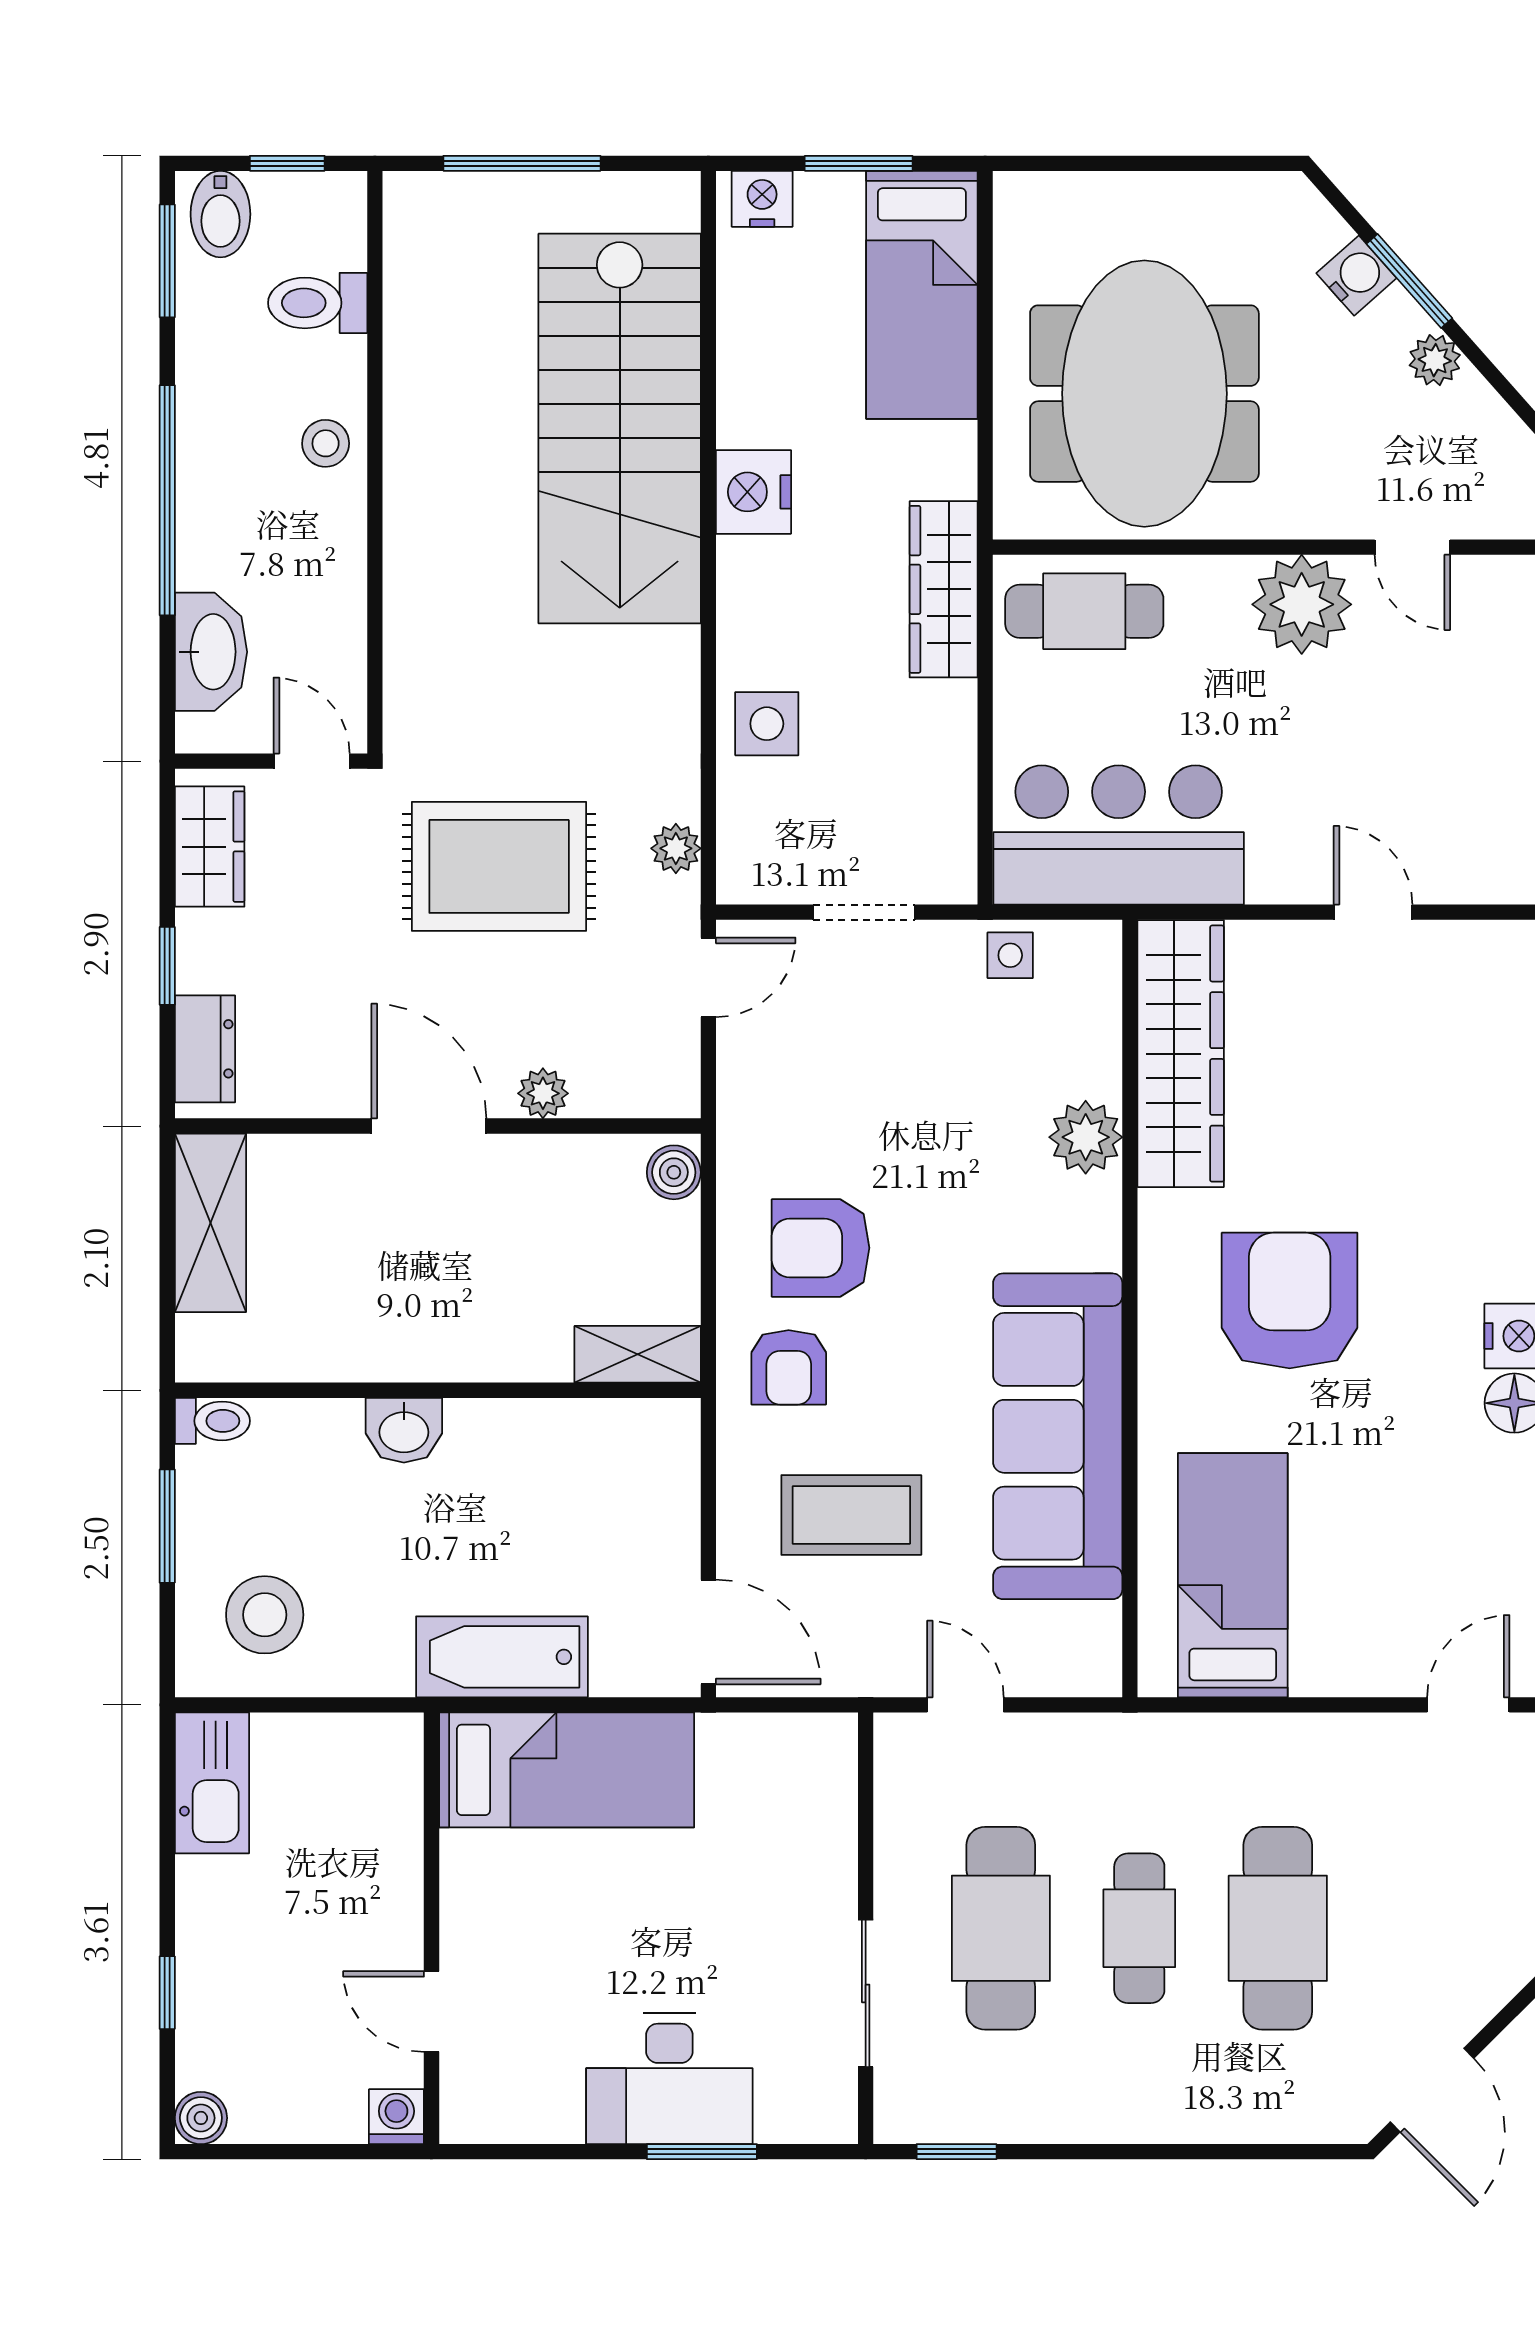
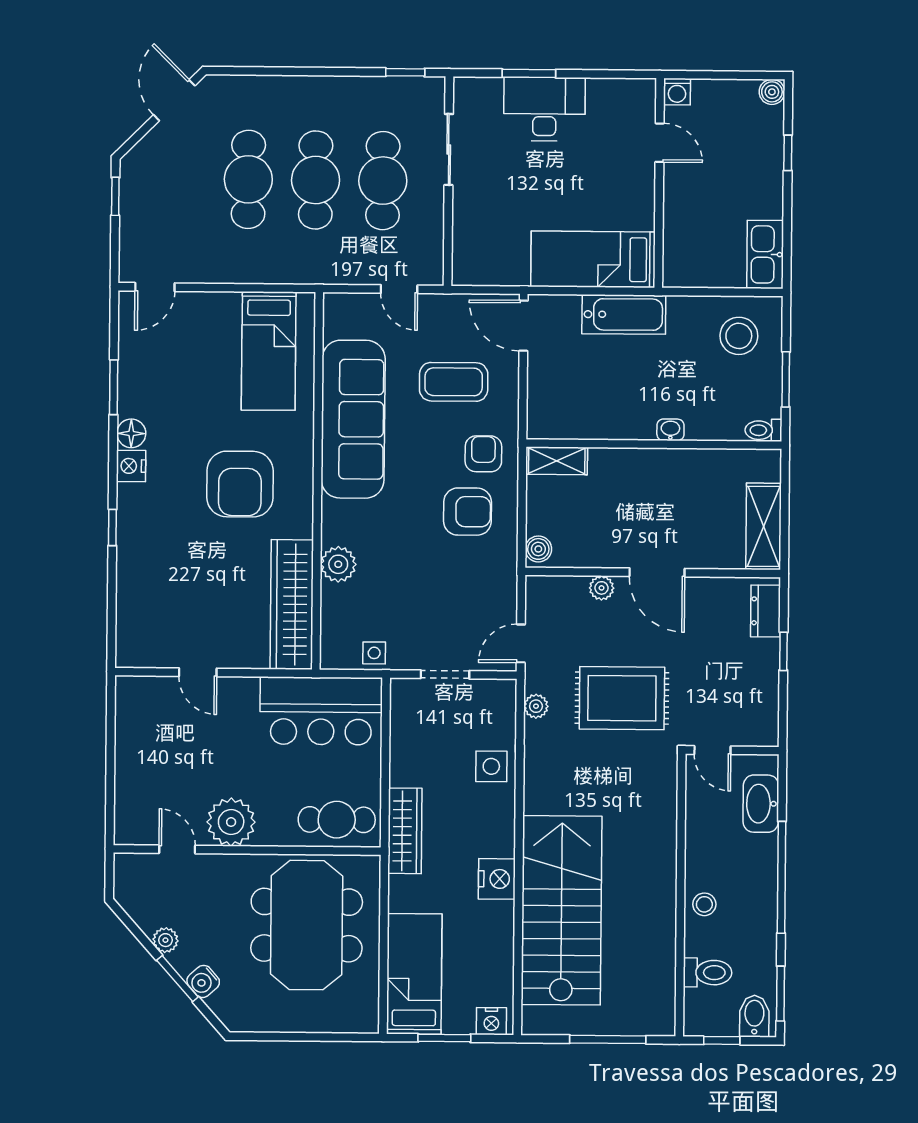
wardrobe: (210, 847) -> (762, 709), removed
washbasin: (404, 1430) -> (670, 430), width x0.72, depth x0.69
cafe table: (1139, 1928) -> (316, 180), width x1.37, depth x1.35

